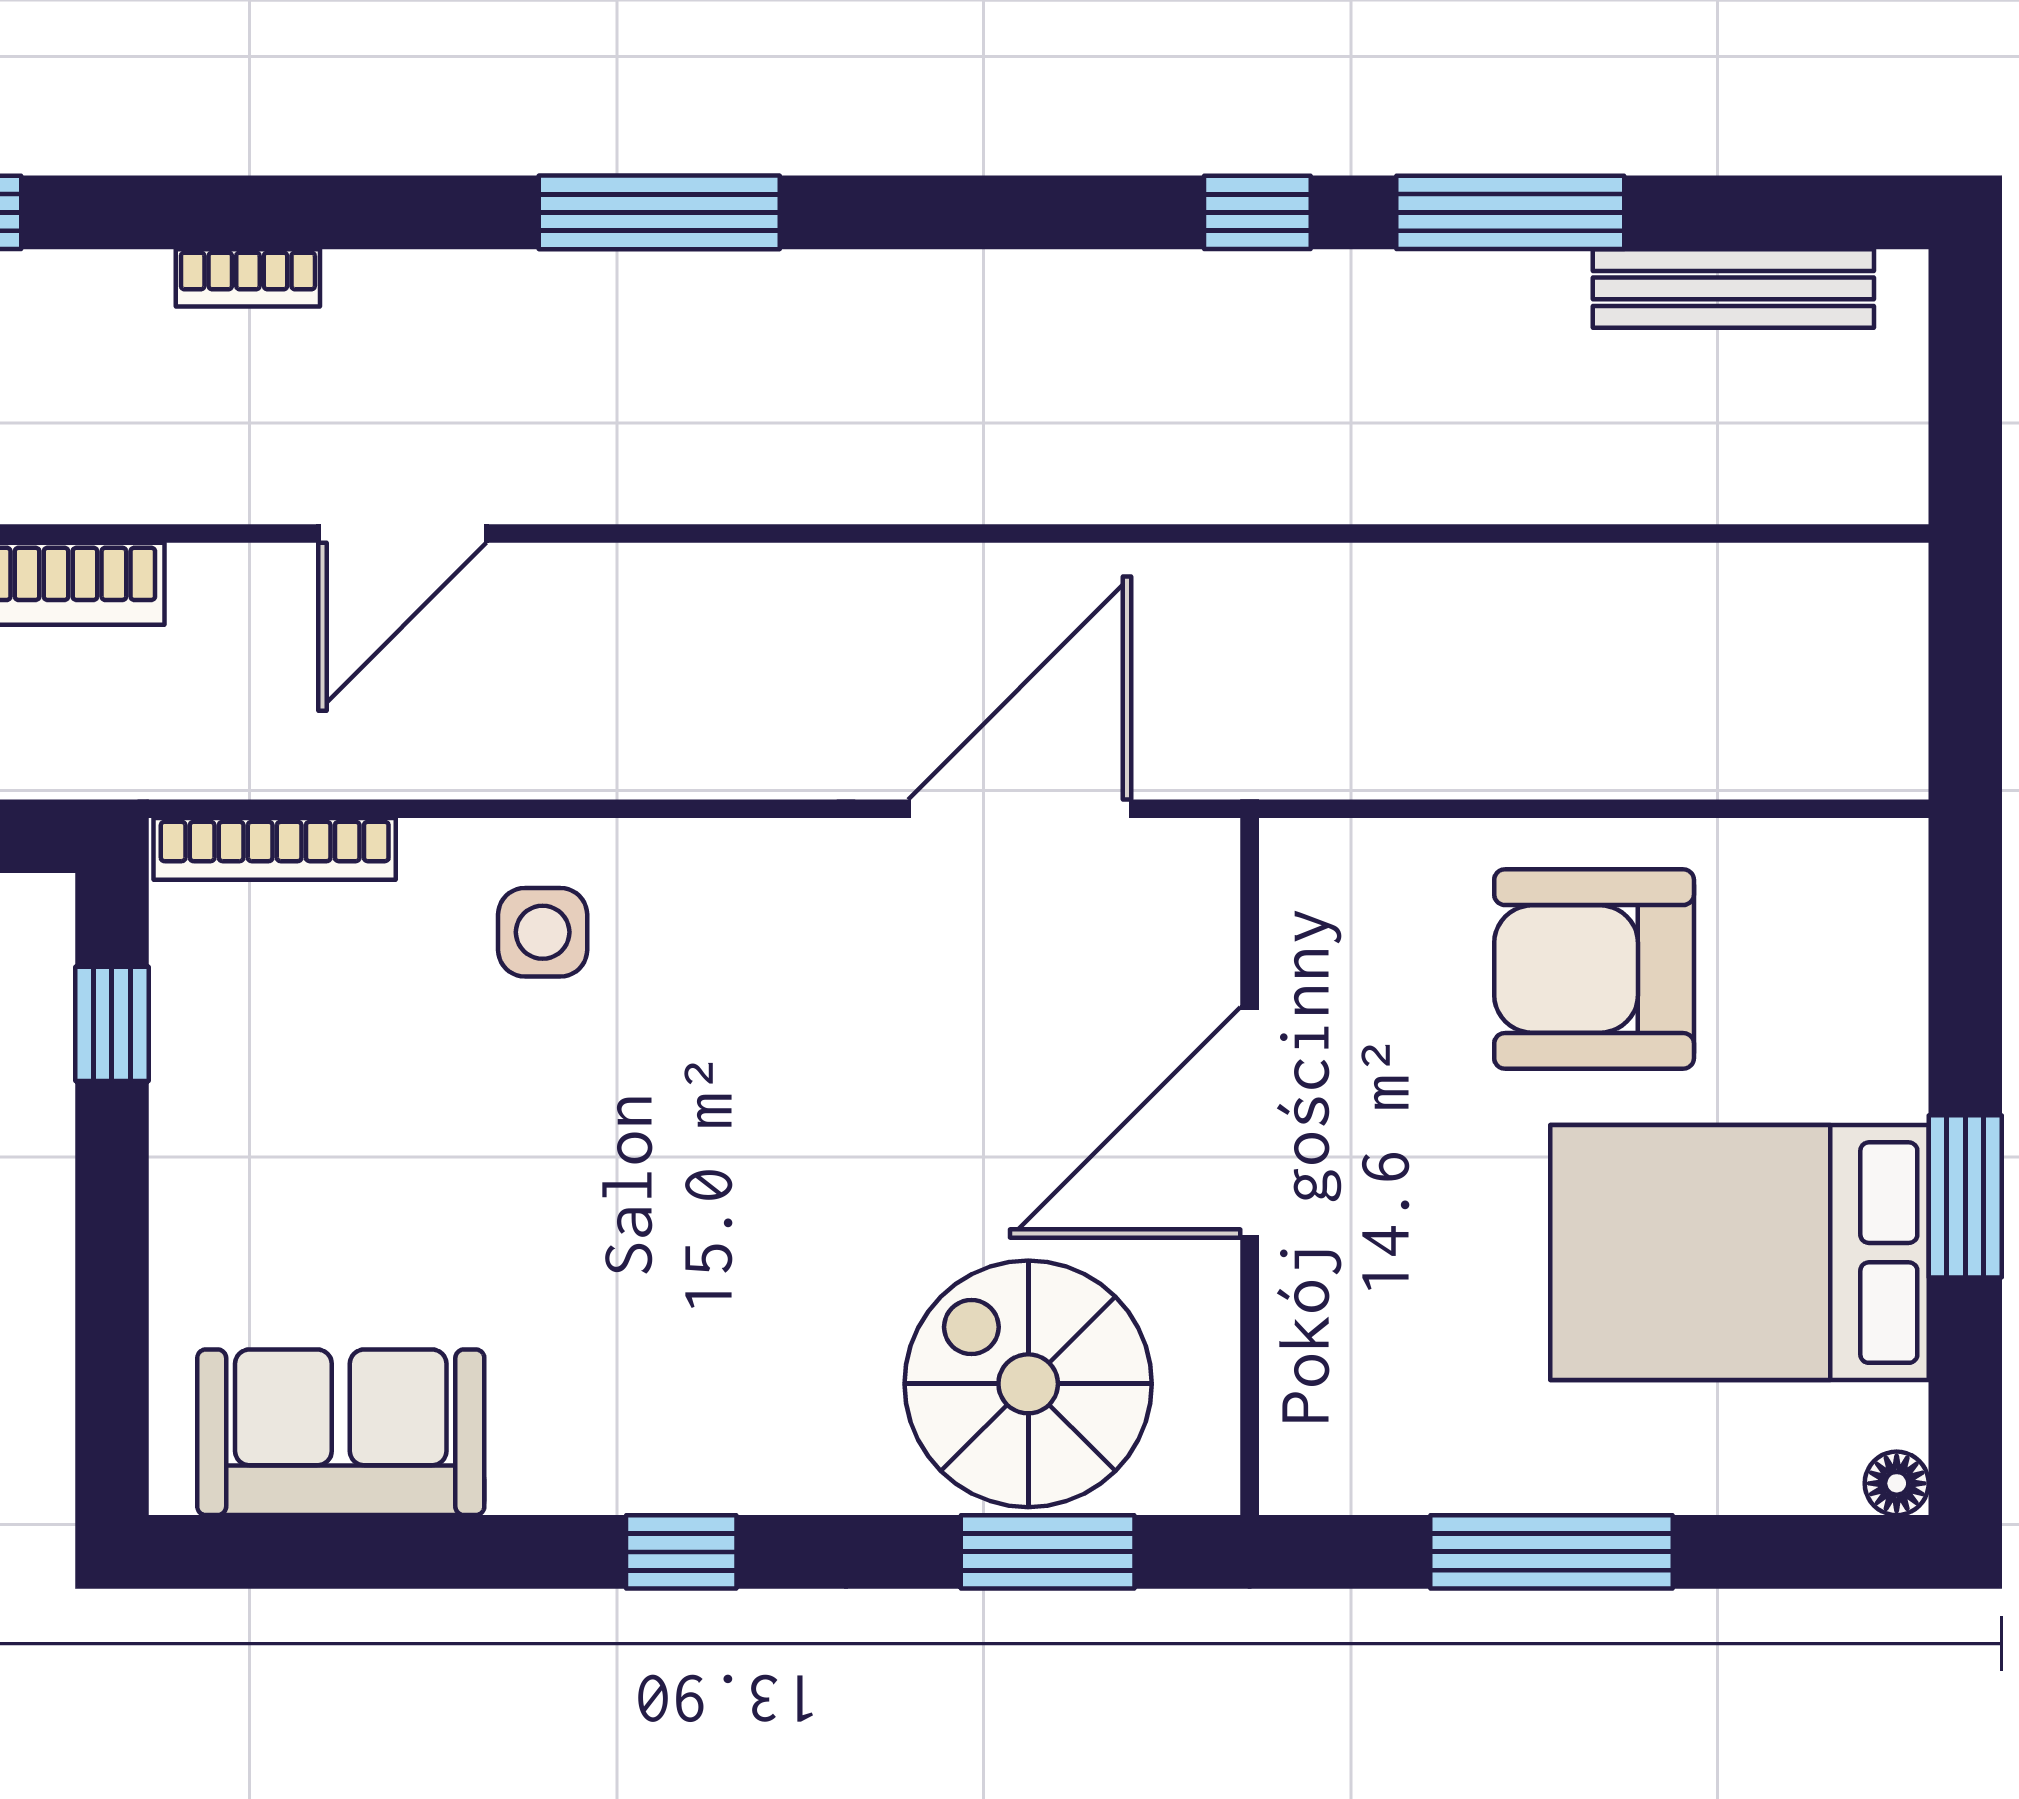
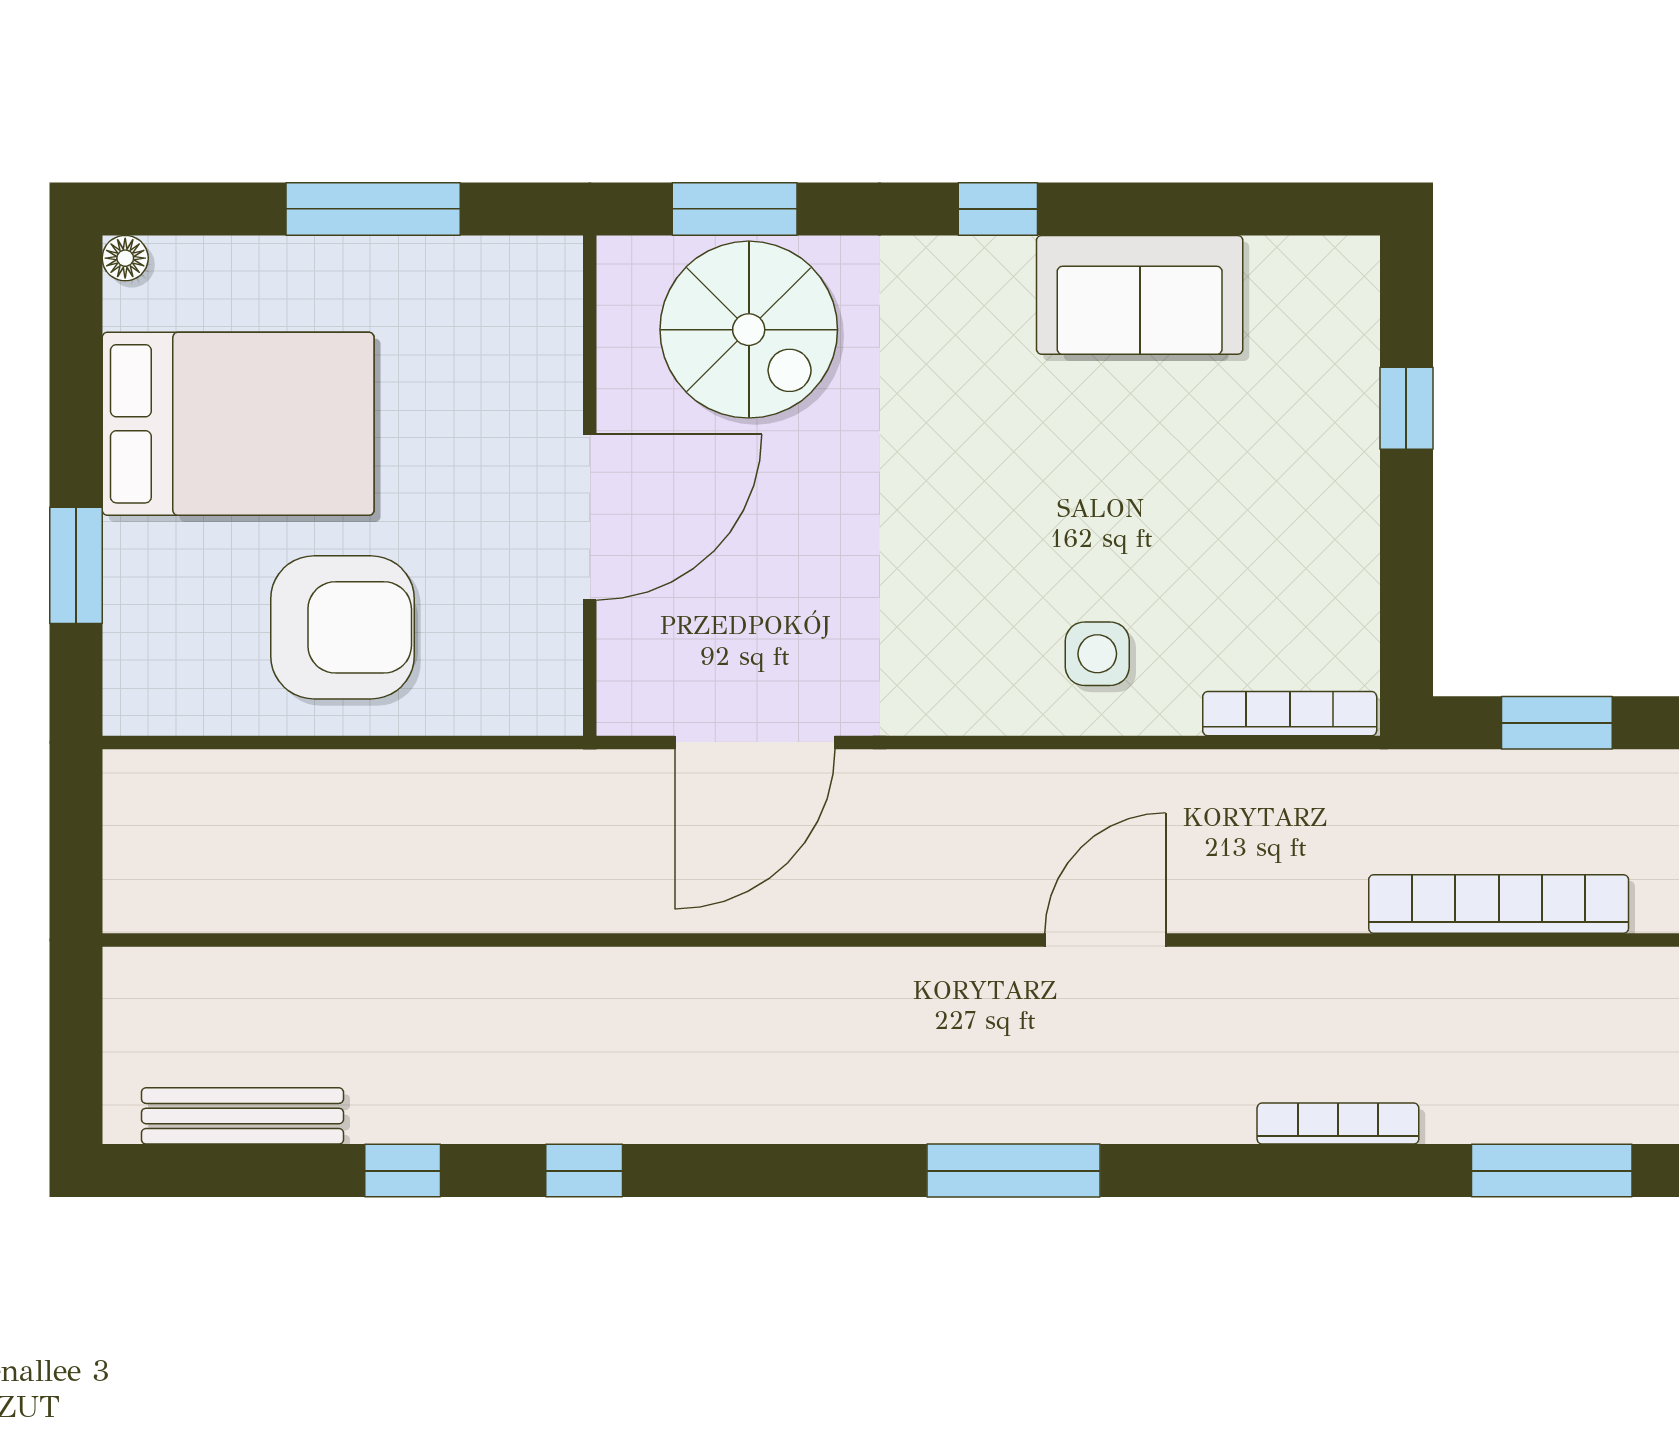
window: (1510, 212) -> (403, 1171), width x0.46
bookcase: (248, 278) -> (1338, 1124), width x1.56
door: (402, 534) -> (1105, 940), moved
window: (112, 1024) -> (1406, 408), moved
window: (1965, 1196) -> (76, 565), moved
sofa: (341, 1432) -> (1140, 295), moved

